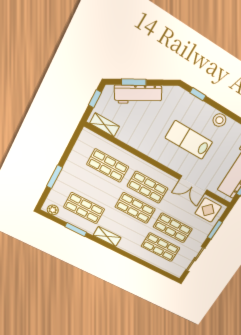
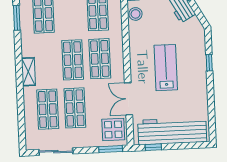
window: (198, 94) -> (209, 63), moved
stool: (219, 120) -> (135, 14), moved
window: (215, 230) -> (111, 149), moved
shelving: (107, 236) -> (28, 72), moved

